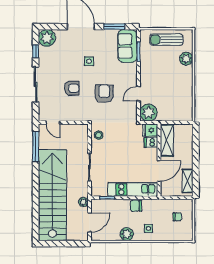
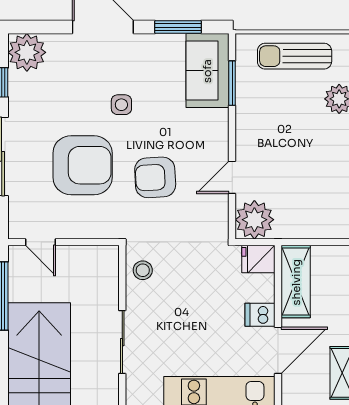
armchair: (72, 88) -> (83, 165), width x1.88, depth x1.88
armchair: (104, 94) -> (155, 177), turned -93
dishwasher: (151, 142) -> (260, 315), moved

